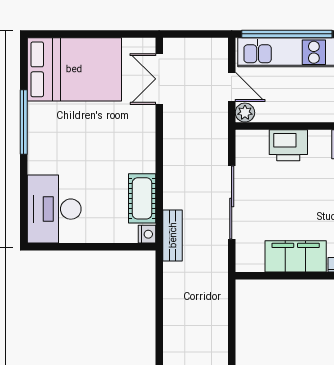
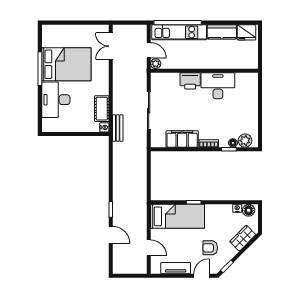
bed: (74, 69) -> (66, 64), moved
printer: (288, 145) -> (190, 81), moved
desk: (54, 209) -> (56, 100), moved

